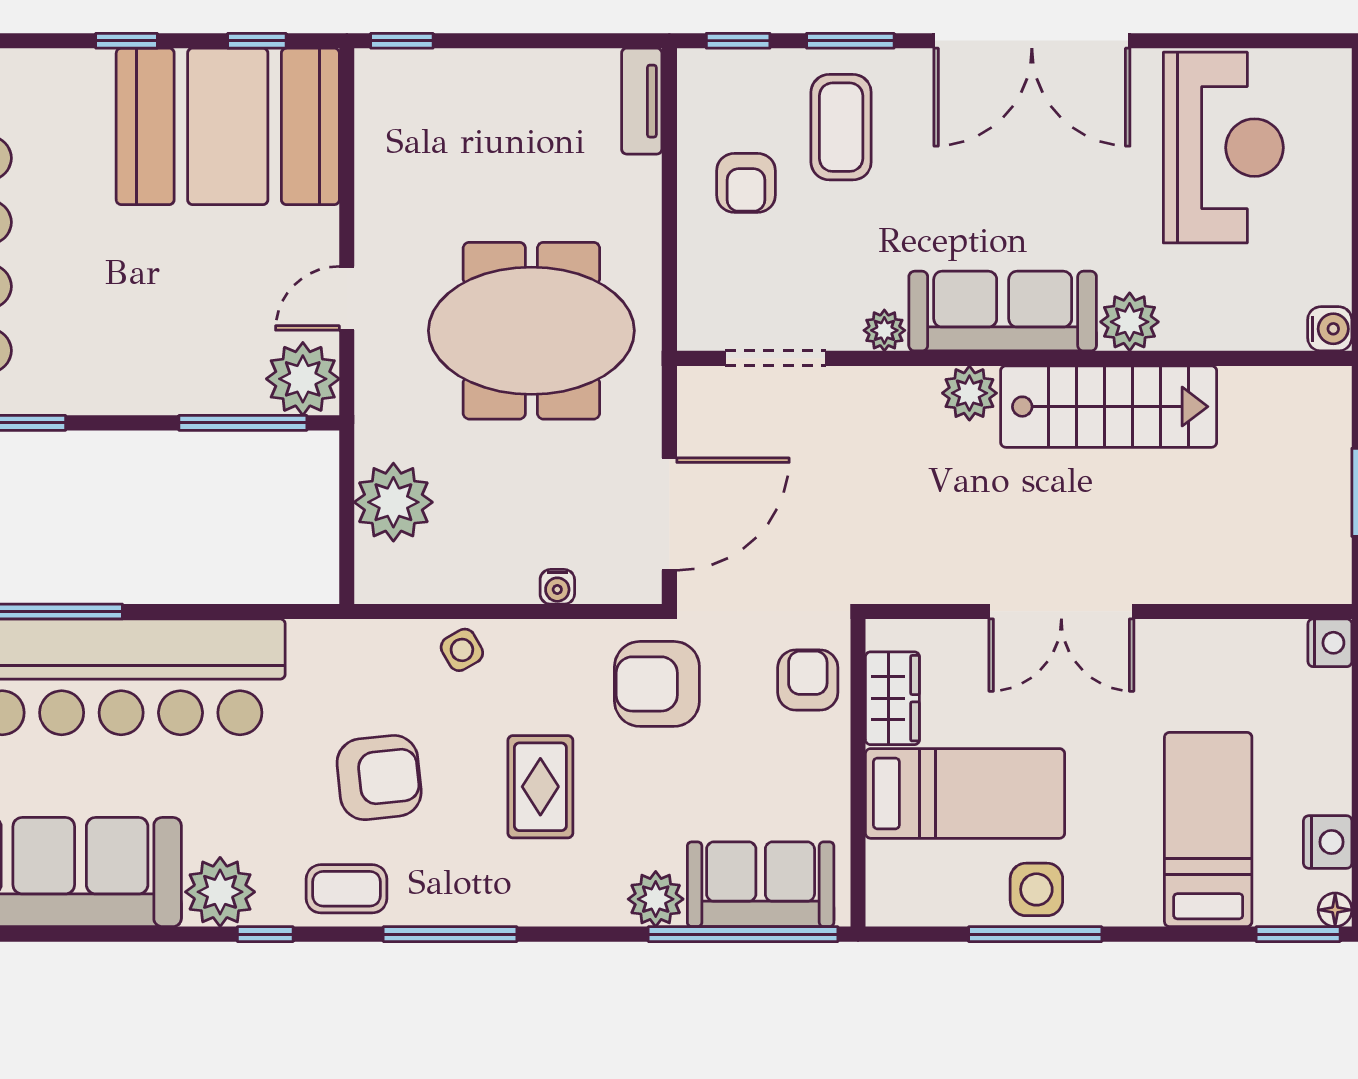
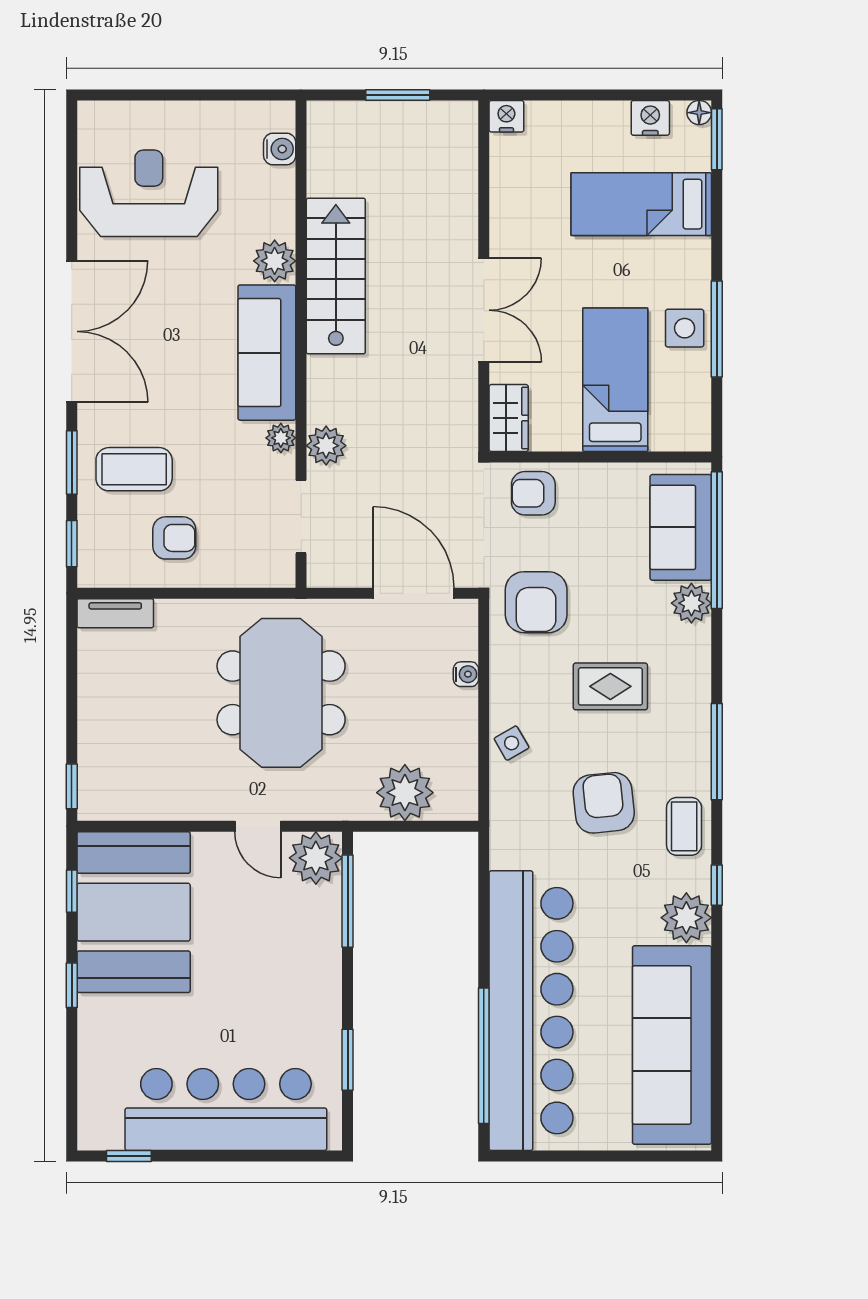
water cooler: (1330, 329) -> (280, 149), moved, turned 90
plant: (969, 393) -> (326, 446), moved
wardrobe: (892, 698) -> (509, 418), moved, turned 90

